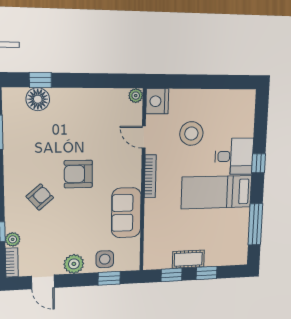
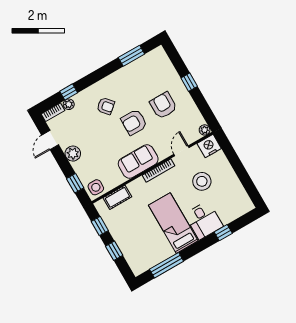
window: (40, 80) -> (189, 82), moved
floor lamp: (38, 99) -> (167, 70), removed
armchair: (79, 128) -> (163, 105), added
window: (259, 163) -> (223, 233), moved
armchair: (78, 174) -> (134, 122), turned -90
sofa: (126, 213) -> (138, 162), moved
side table: (105, 259) -> (96, 187), moved
cot: (188, 259) -> (117, 197), moved, turned 90

